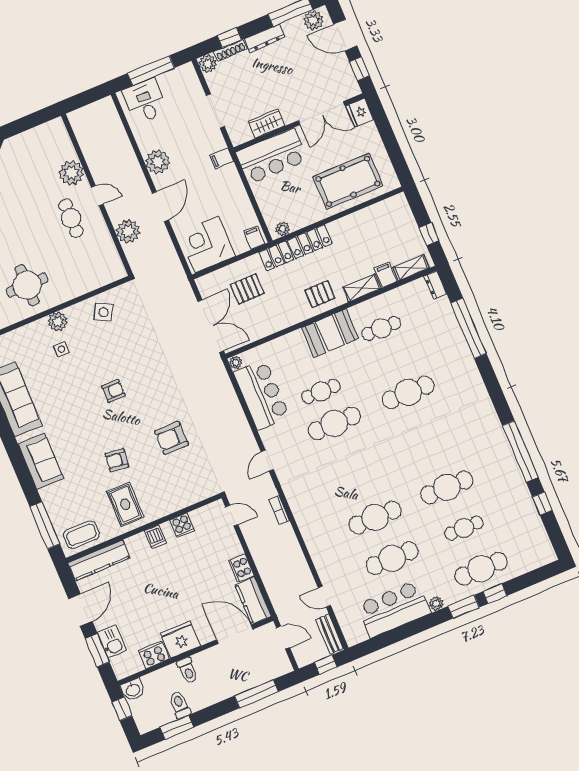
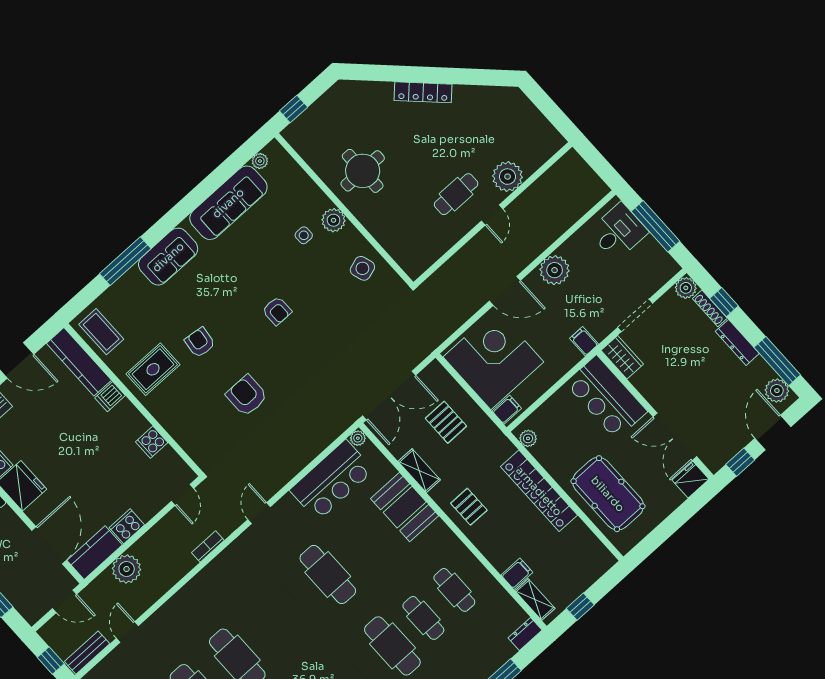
wardrobe: (267, 123) -> (622, 357), moved
plant: (128, 231) -> (127, 569), moved
corner desk: (207, 245) -> (493, 359), width x1.36, depth x1.36
locker: (296, 248) -> (539, 491), moved
shelving: (362, 288) -> (419, 471), moved
side table: (104, 312) -> (362, 268), turned 45
booth: (330, 333) -> (405, 507), moved
cafe table: (321, 391) -> (423, 618), moved
door: (267, 461) -> (259, 513), hinge flipped
window: (45, 525) -> (125, 261), moved
dishwasher: (155, 537) -> (110, 397), moved
door: (283, 638) -> (64, 601), hinge flipped

